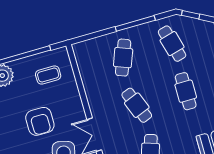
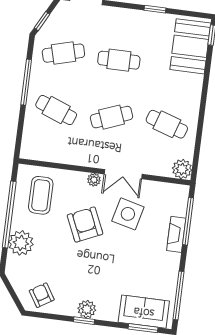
coffee table: (48, 75) -> (41, 195), width x1.36, depth x1.30
plant: (79, 113) -> (94, 180), added
armchair: (40, 121) -> (85, 224), turned -114

